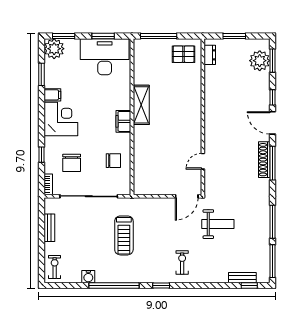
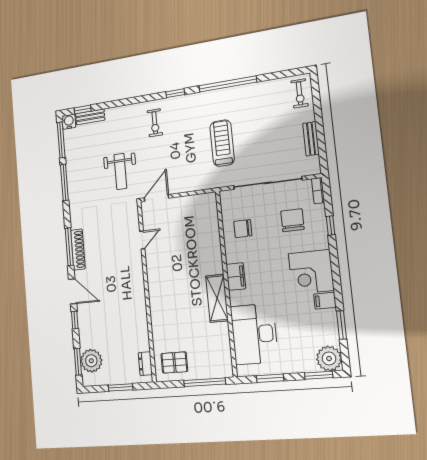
desk: (105, 57) -> (254, 334), moved, turned 90
weight bench: (218, 224) -> (120, 171), turned -90
water cooler: (88, 277) -> (69, 122), moved

